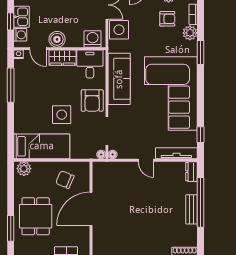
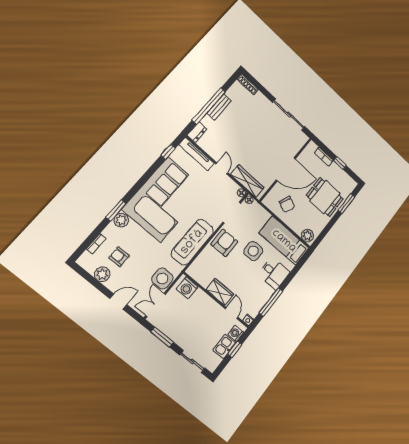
plant: (190, 33) -> (121, 220), moved
boiler: (57, 39) -> (213, 309), removed
desk: (90, 64) -> (274, 273), moved, turned -90
wardrobe: (116, 169) -> (247, 181), added
dining table: (36, 216) -> (325, 197), turned 90

